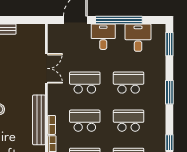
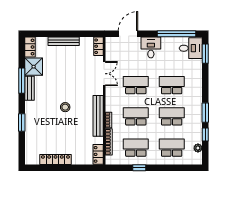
window: (119, 20) -> (177, 34), moved
locker: (39, 35) -> (98, 46), added
desk: (138, 38) -> (191, 48), moved, turned 90
window: (169, 92) -> (205, 113), moved

